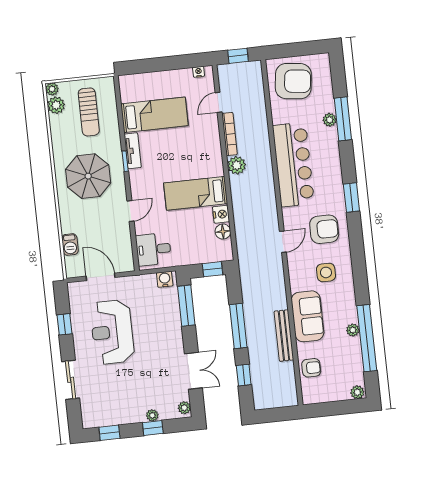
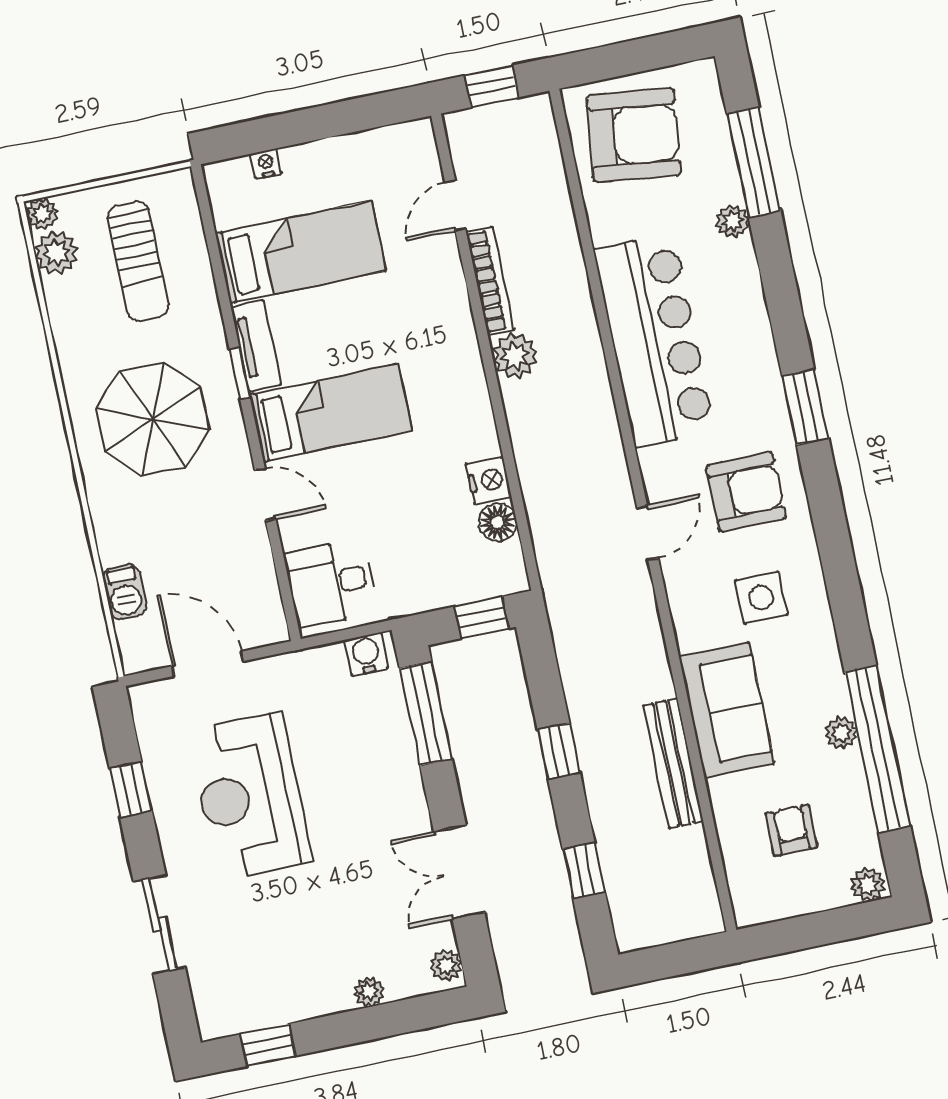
nightstand: (199, 72) -> (266, 163), moved
window: (343, 119) -> (754, 162), moved
bed: (196, 193) -> (331, 413), moved, turned 180
door: (130, 211) -> (265, 495), hinge flipped
window: (238, 326) -> (559, 751), width x0.46
armchair: (311, 368) -> (791, 830), moved, turned -90
double door: (193, 371) -> (459, 872), swing flipped
window: (153, 428) -> (373, 1023), removed

